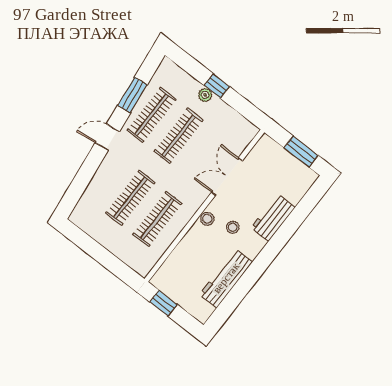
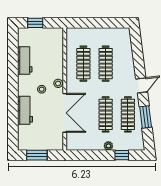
window: (217, 86) -> (122, 155), moved
double door: (227, 177) -> (65, 113), width x1.37
workbench: (226, 278) -> (25, 61), width x0.73
window: (163, 303) -> (35, 23), moved

